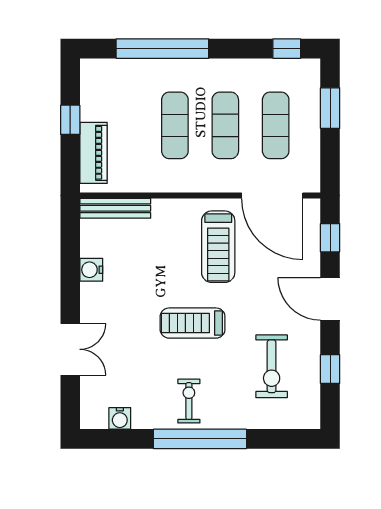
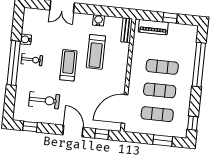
bench: (115, 208) -> (127, 30), width x0.73
treadmill: (218, 247) -> (96, 52), moved, turned -90
door: (330, 299) -> (73, 131), hinge flipped
exercise bike: (272, 366) -> (44, 100), turned 180
window: (330, 369) -> (30, 127), moved
water cooler: (120, 418) -> (26, 39), moved

